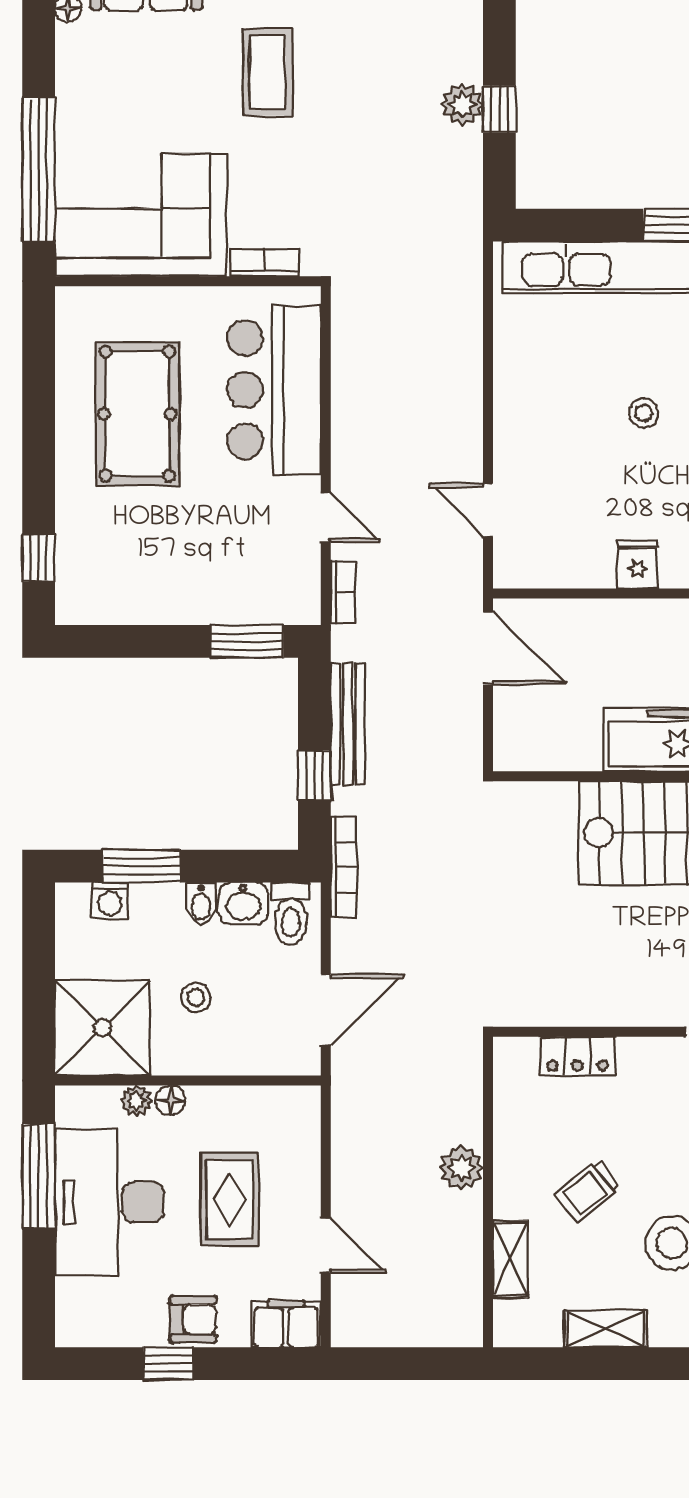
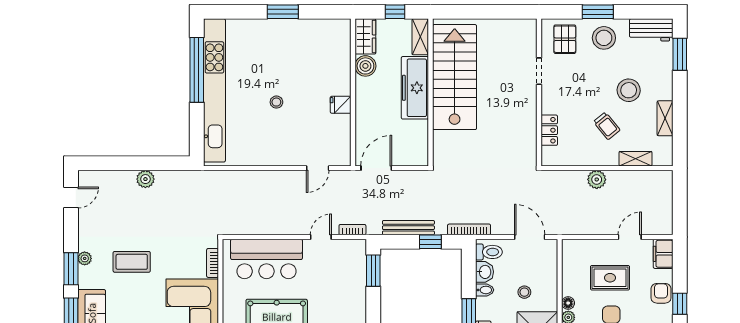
window: (499, 109) -> (147, 163), removed

